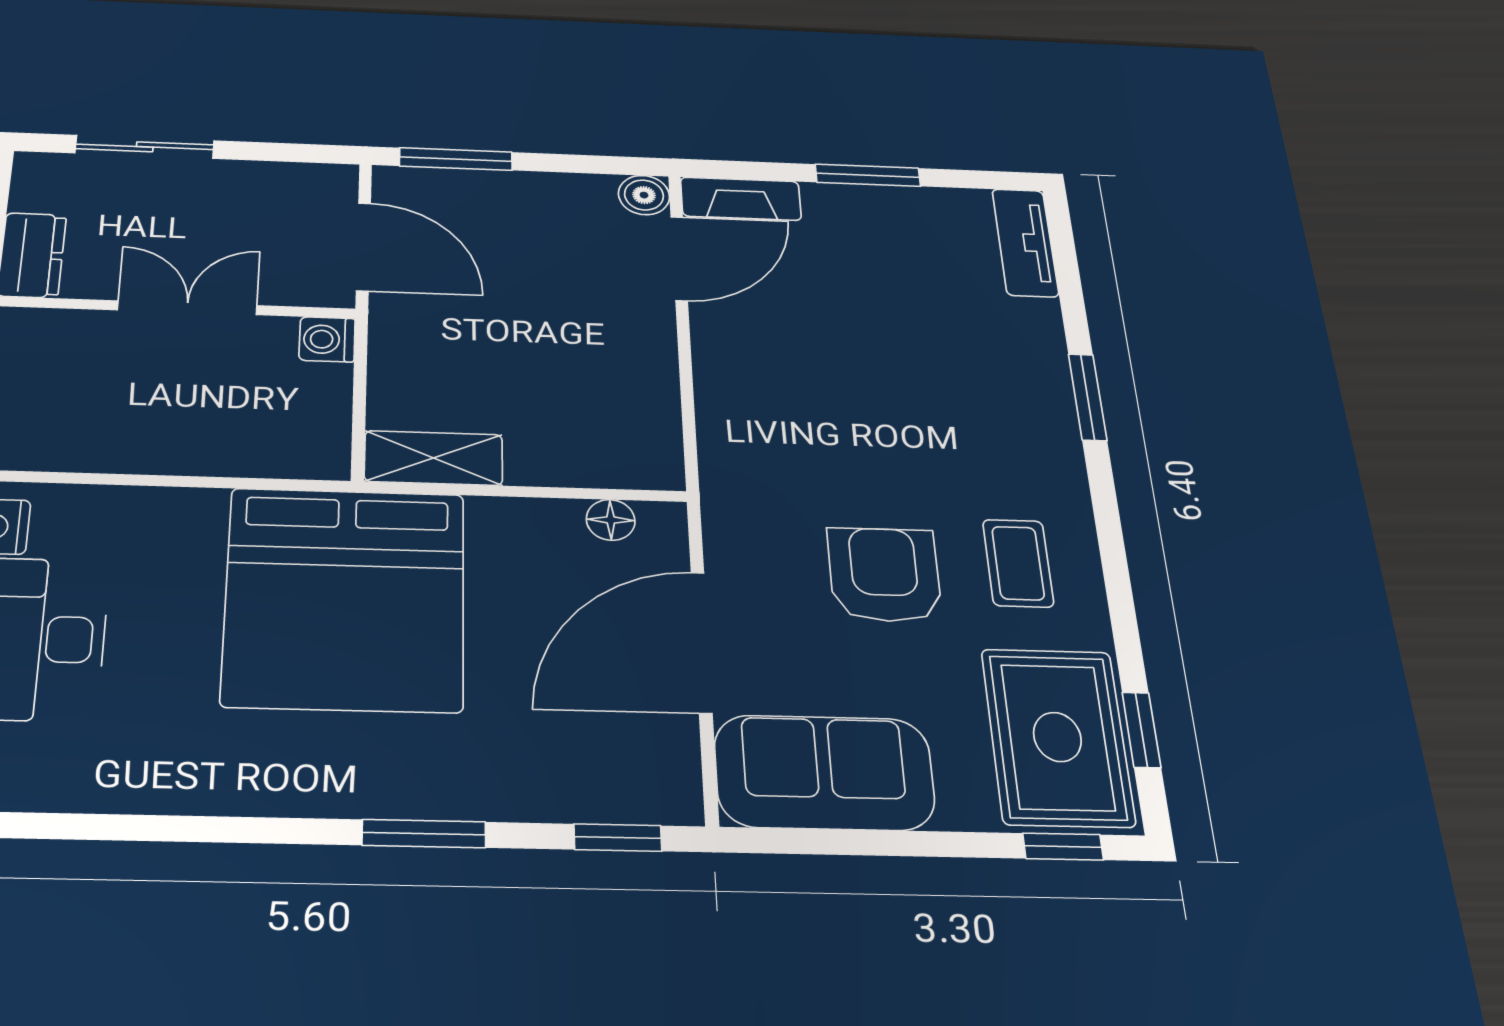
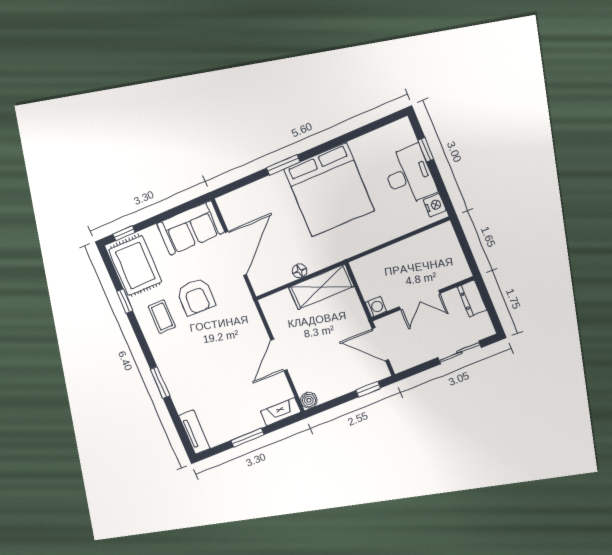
window: (456, 159) -> (368, 389), width x0.67
door: (679, 258) -> (279, 355), moved
shelving: (434, 458) -> (321, 287), width x1.50, depth x1.33
floor lamp: (611, 520) -> (300, 271), moved
bed: (345, 598) -> (329, 190), moved, turned 180
window: (1141, 730) -> (125, 301), moved
window: (618, 837) -> (235, 186), removed

